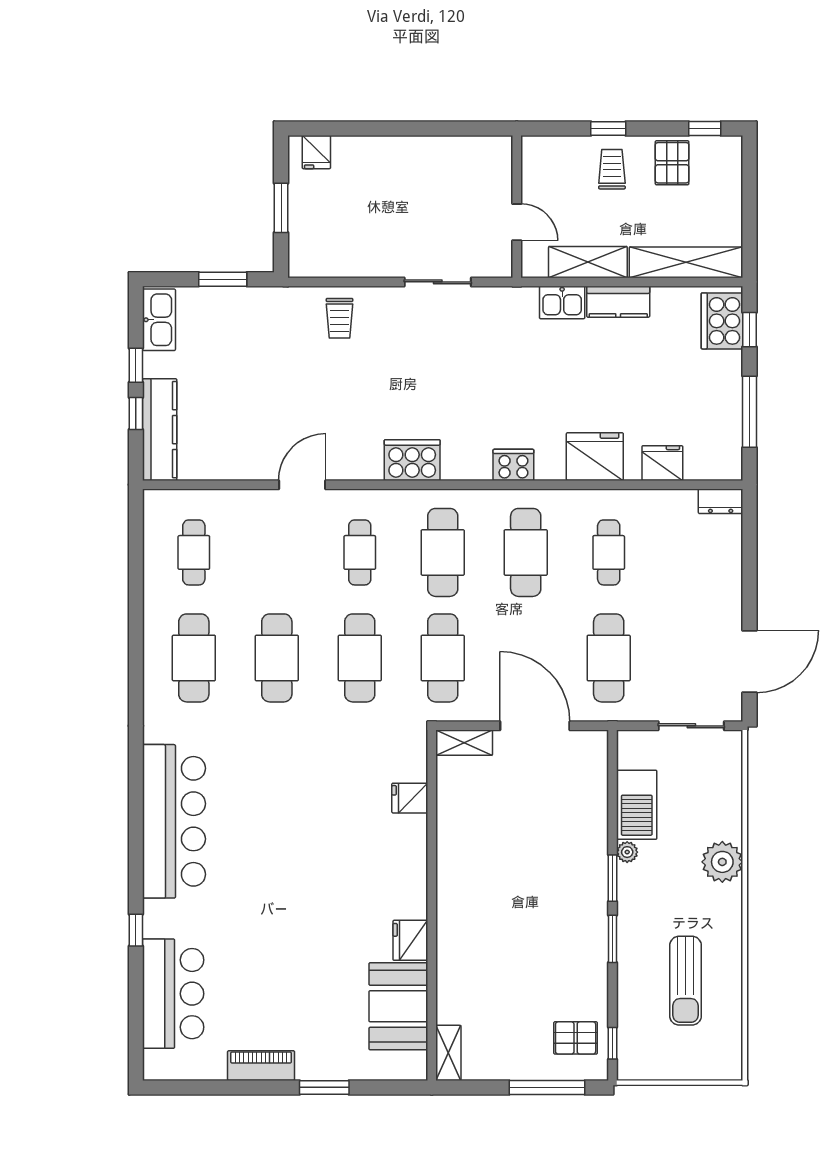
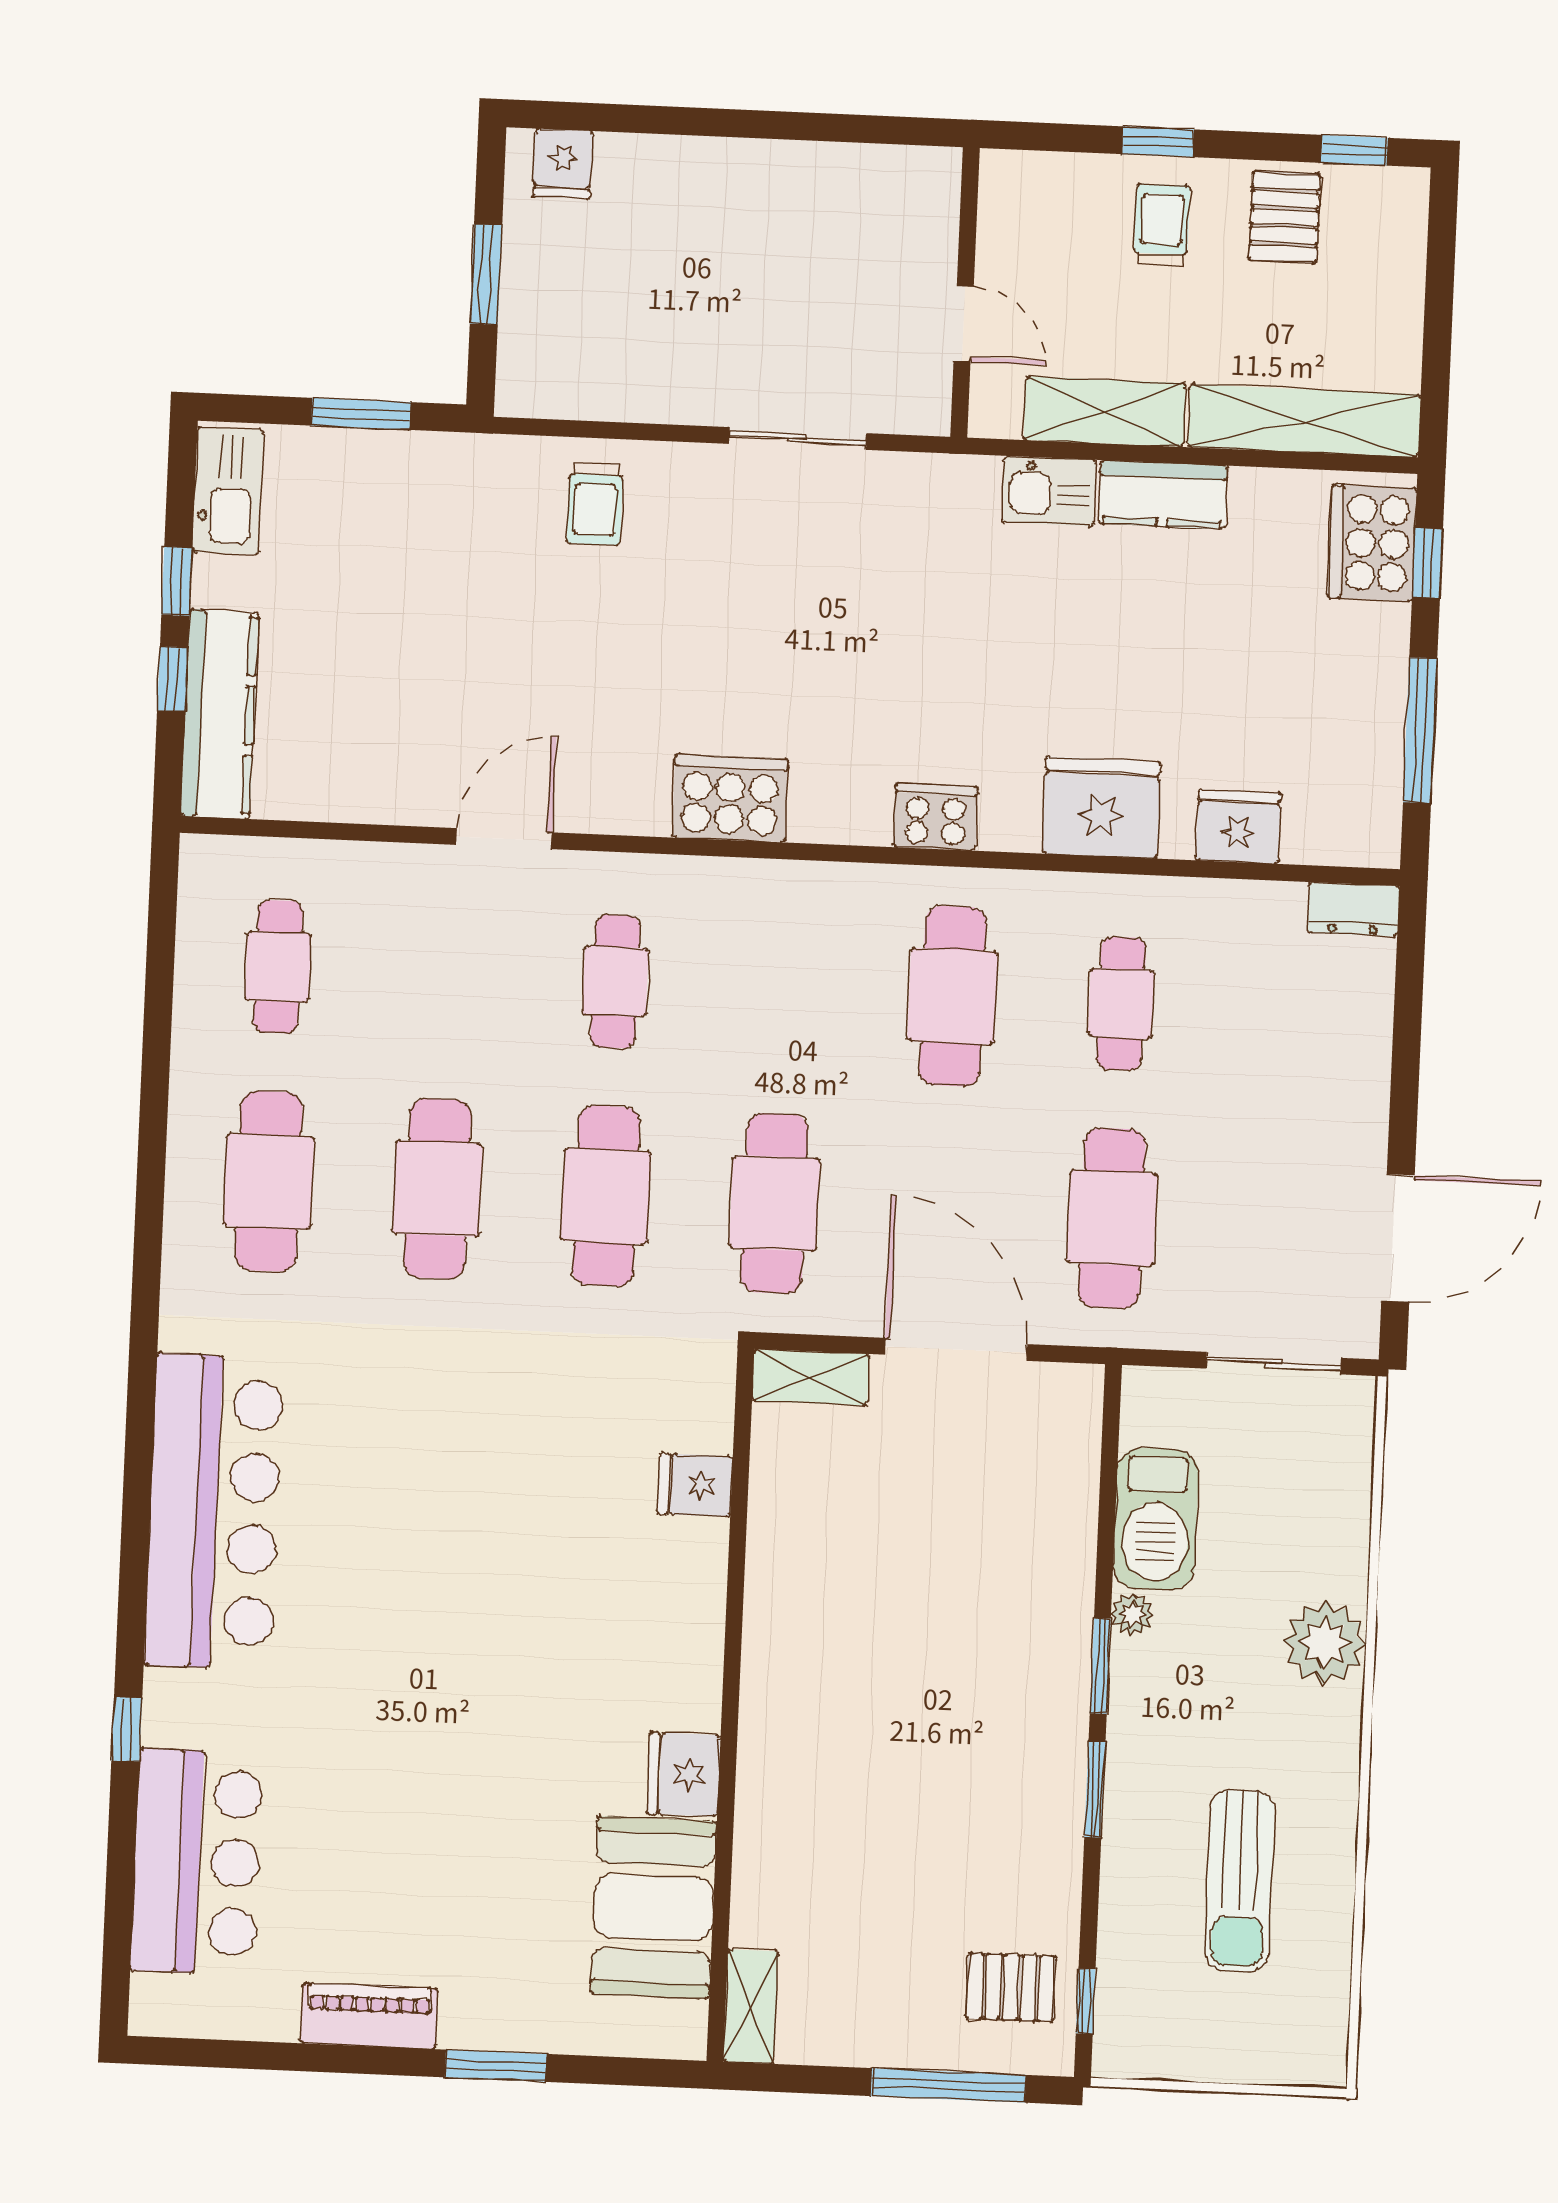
cafe table: (443, 552) -> (784, 989), removed

